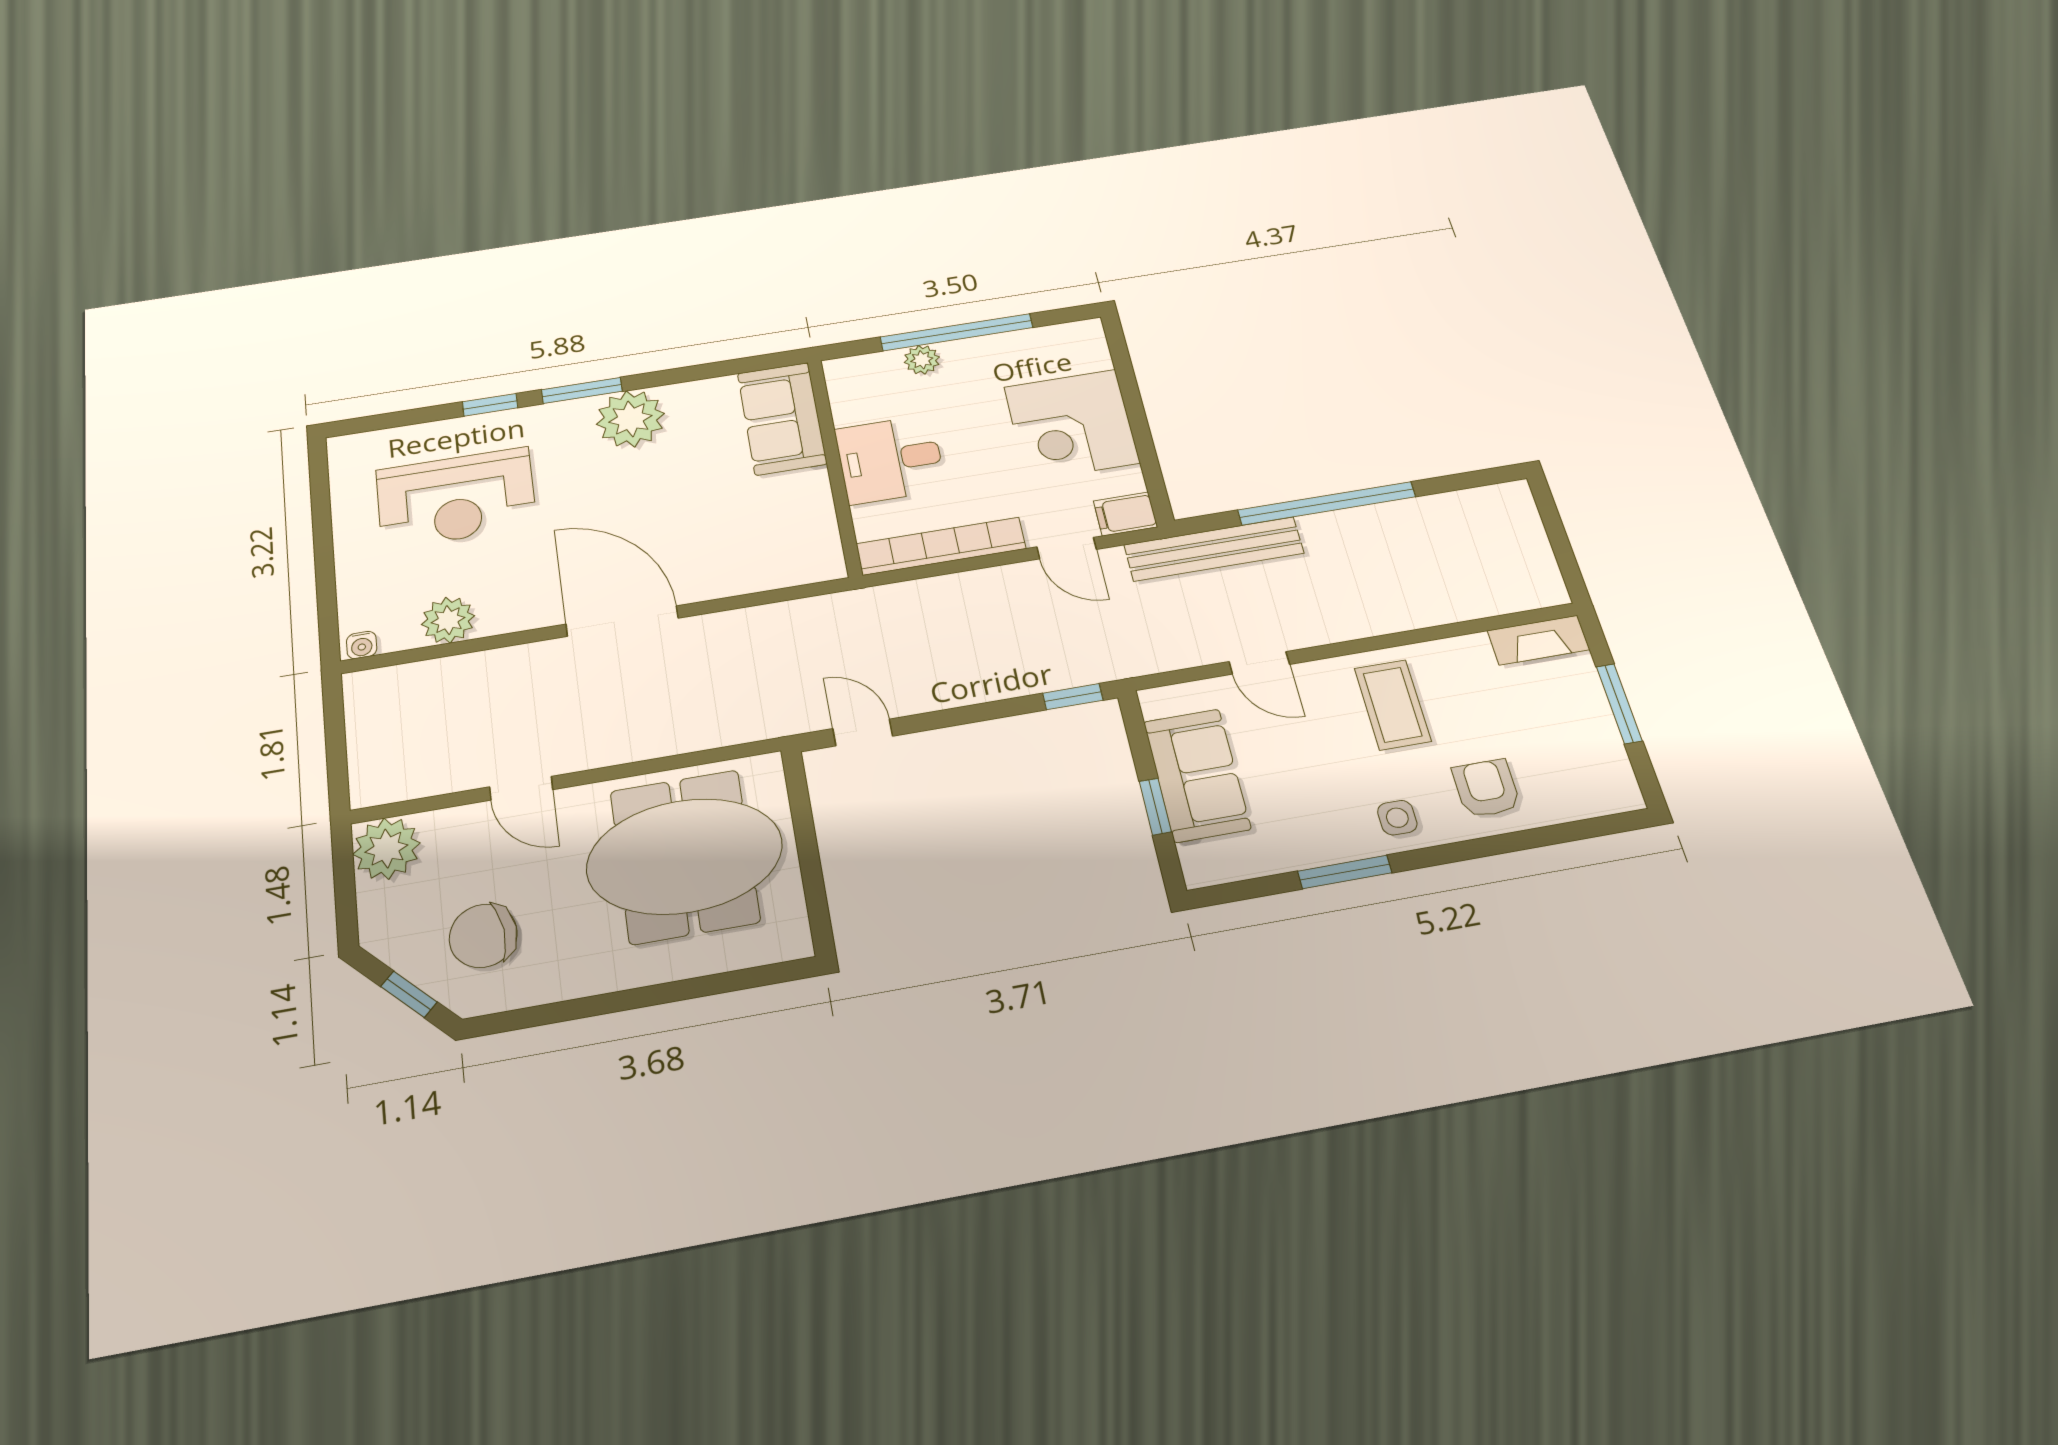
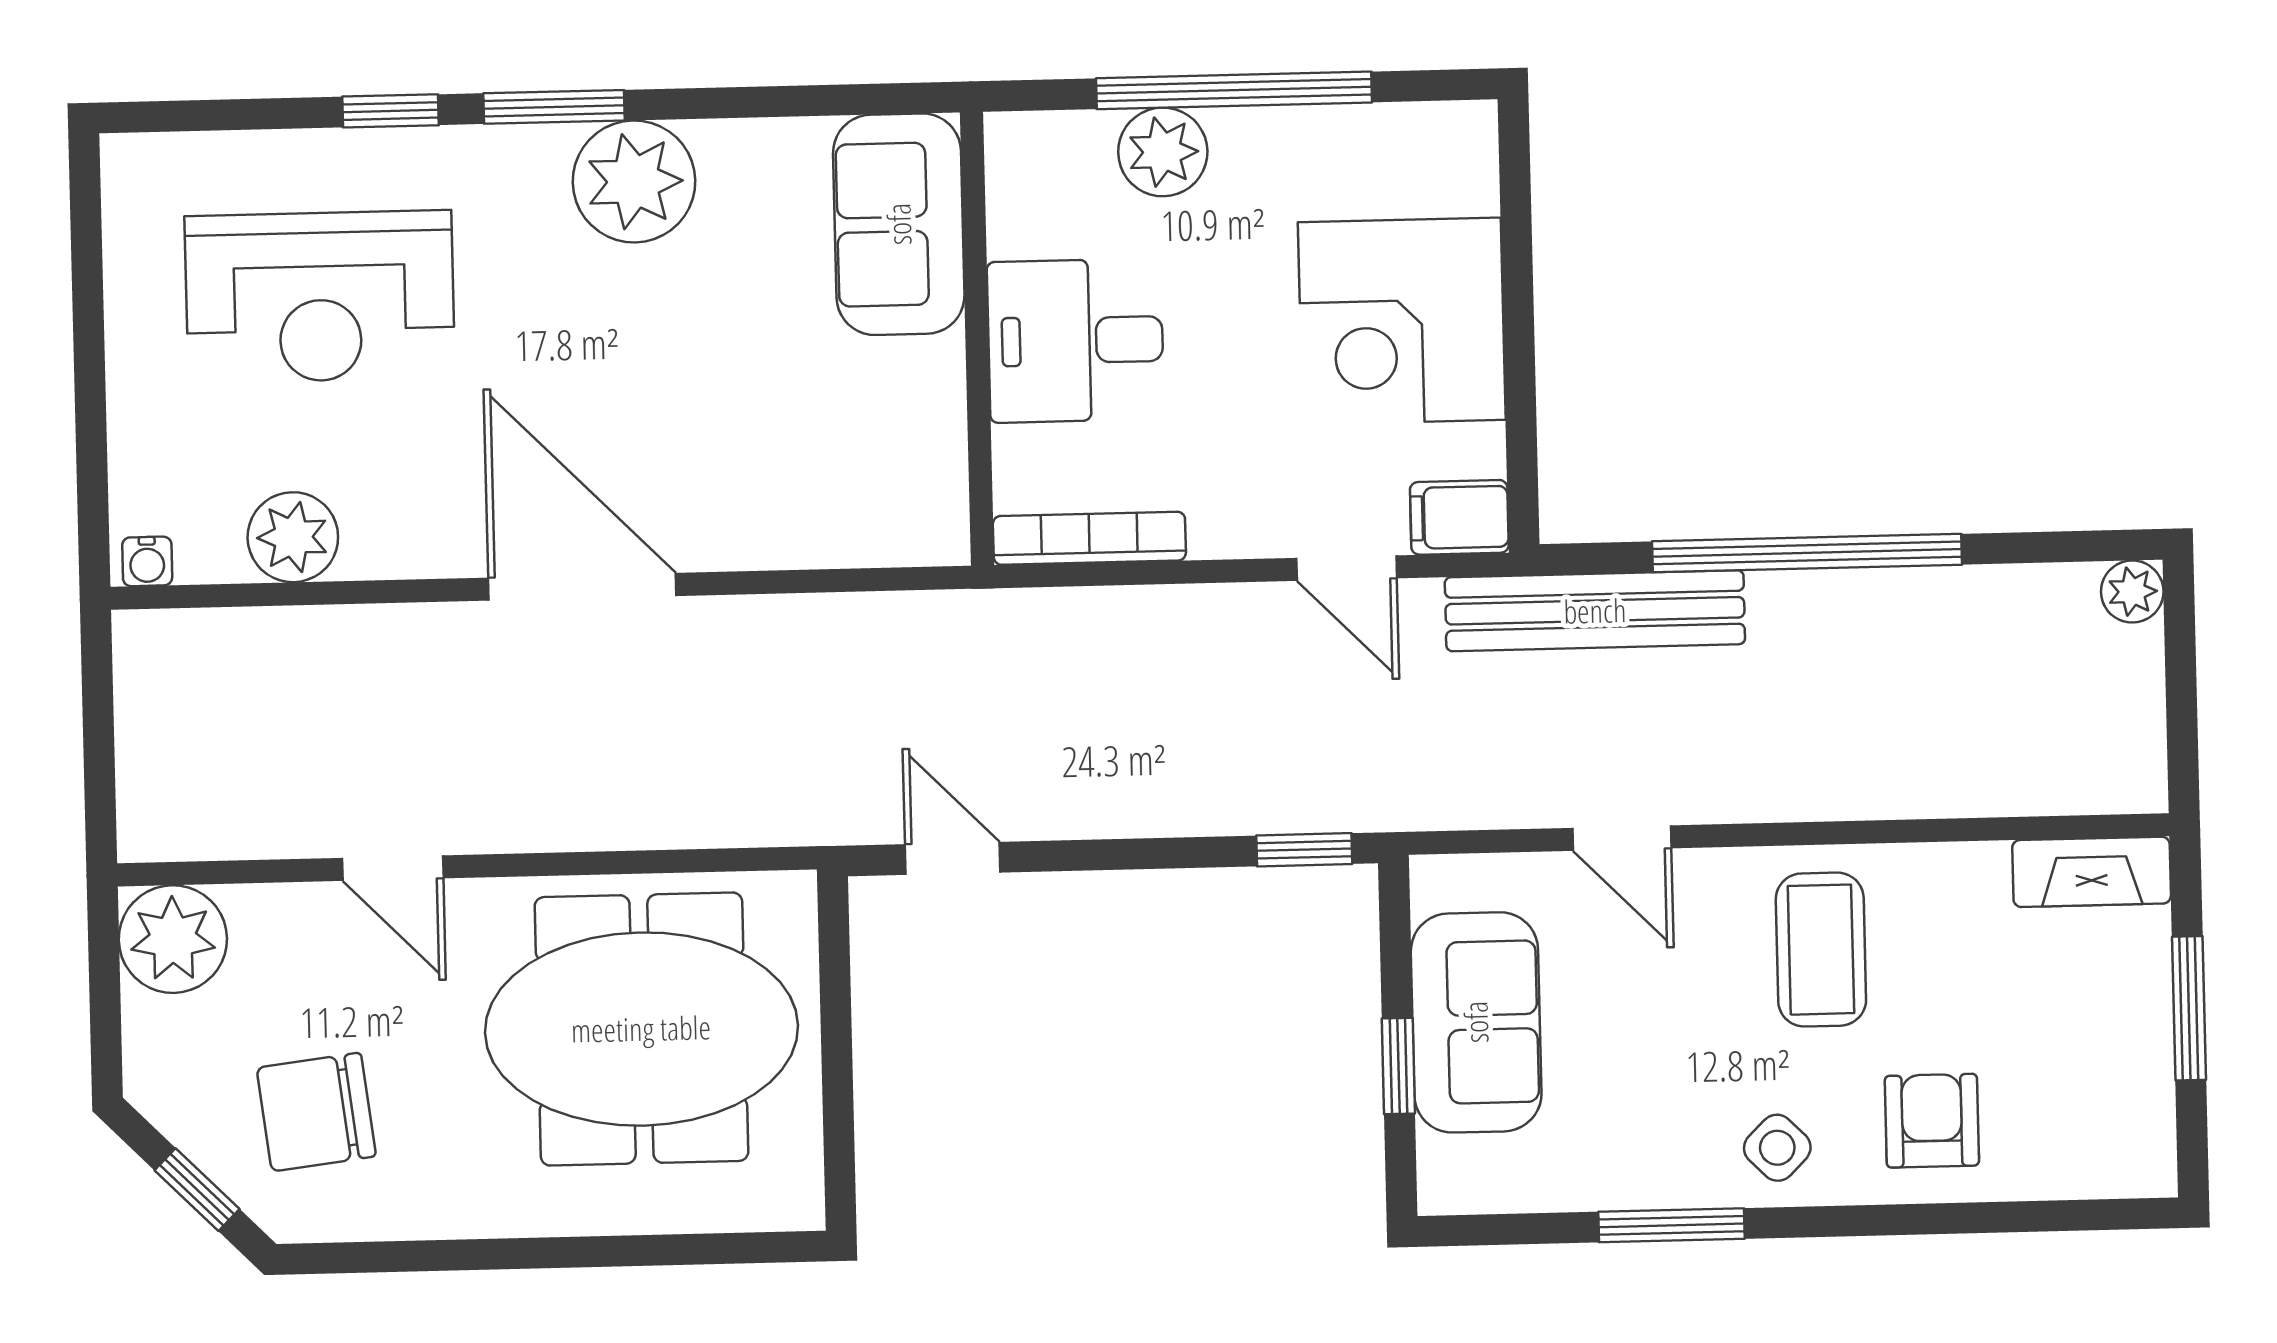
plant: (922, 360) -> (1163, 152), width x1.38, depth x1.38
plant: (1515, 496) -> (2132, 592), added
bookcase: (941, 546) -> (1089, 538), width x0.68, depth x0.76
side table: (1397, 818) -> (1777, 1148), turned 45

